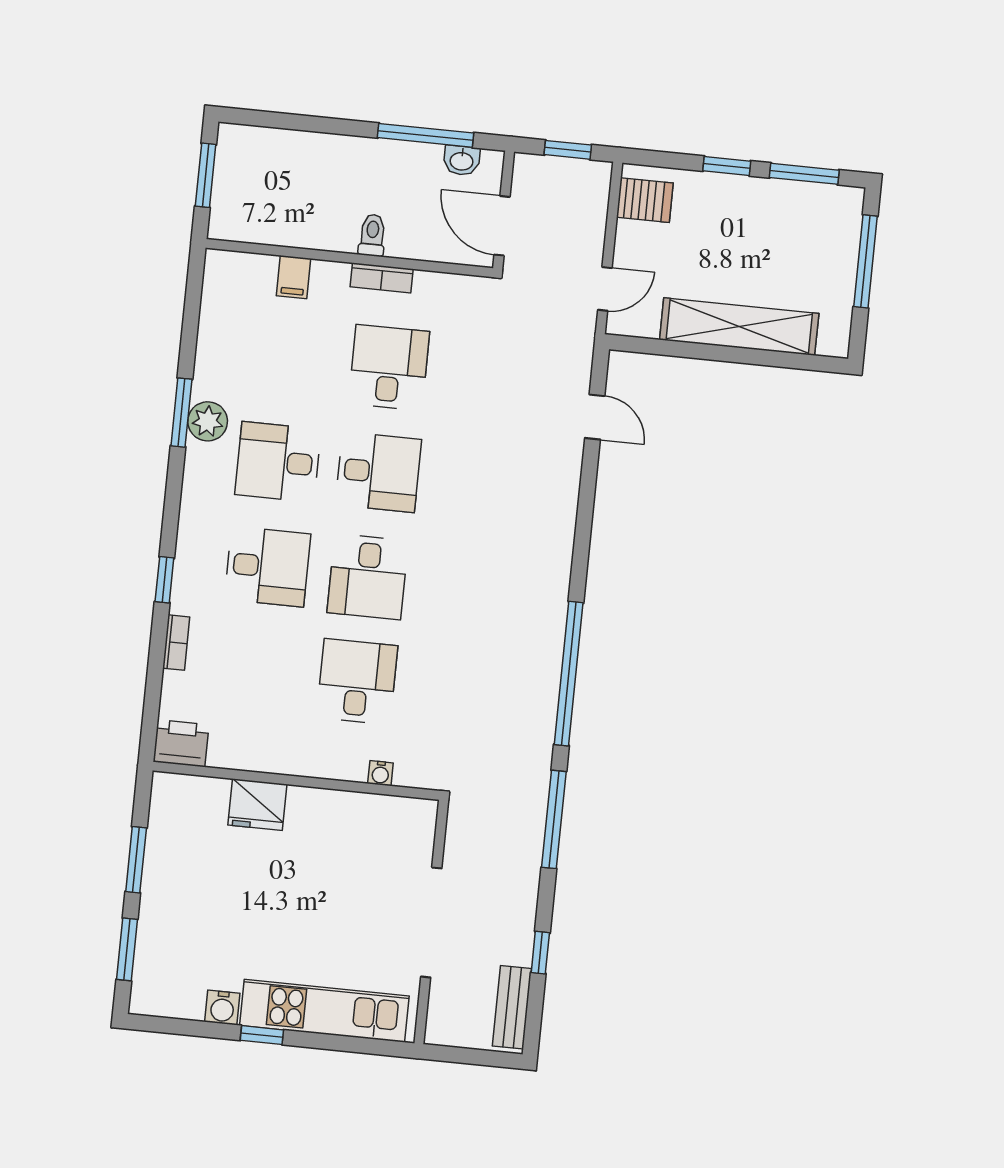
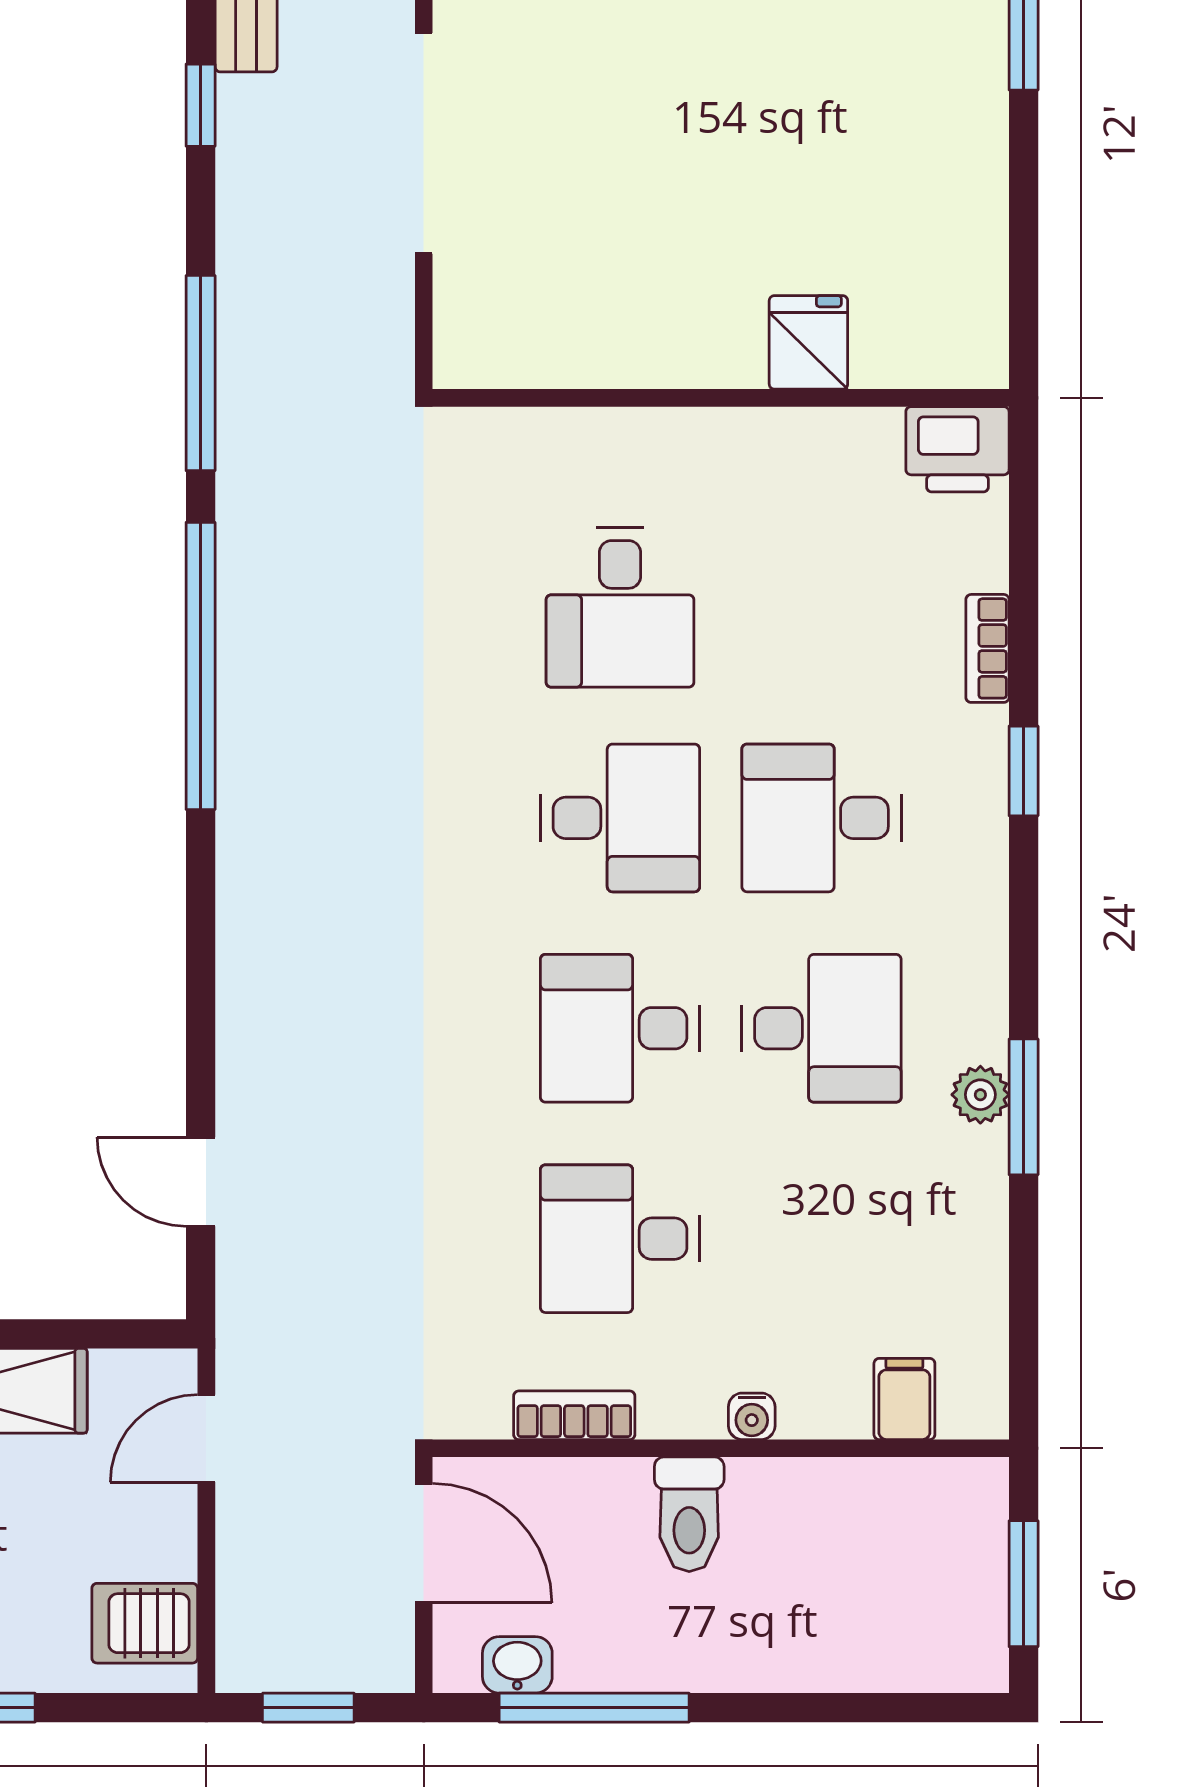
toilet: (372, 235) -> (689, 1514), width x1.37, depth x1.39
filing cabinet: (294, 277) -> (904, 1399), moved
bookcase: (382, 278) -> (574, 1415), moved
desk: (389, 367) -> (620, 1239), turned 90
plant: (208, 421) -> (980, 1095), width x0.73, depth x0.73
desk: (368, 577) -> (620, 818), turned 90
water cooler: (380, 773) -> (752, 1416), moved, turned 180
fridge: (257, 805) -> (808, 342), width x0.72
window: (136, 860) -> (1024, 208), removed

